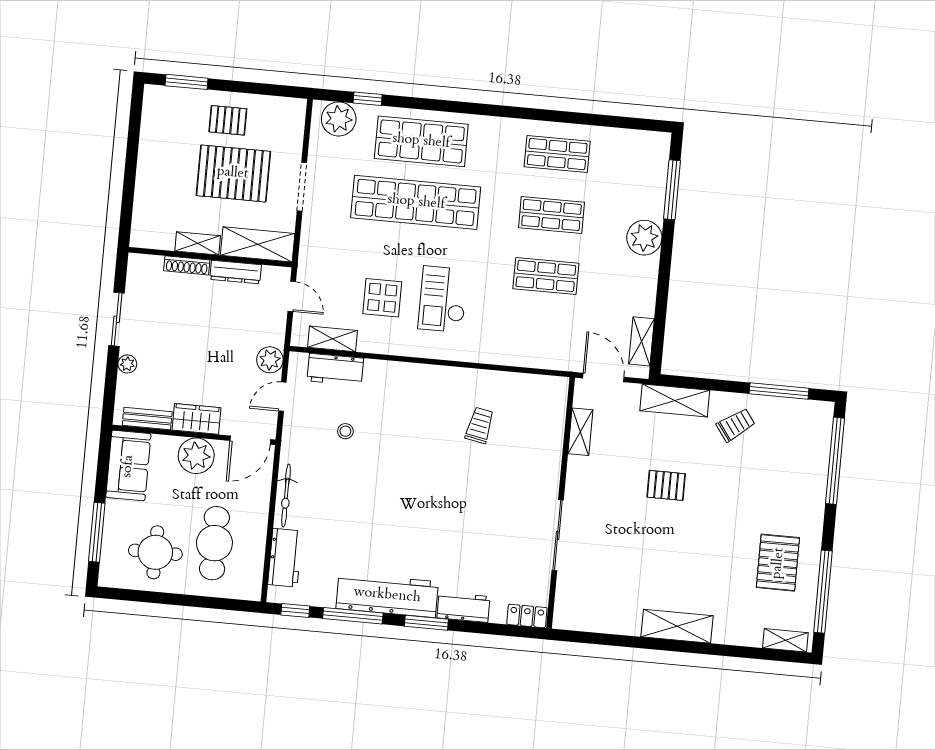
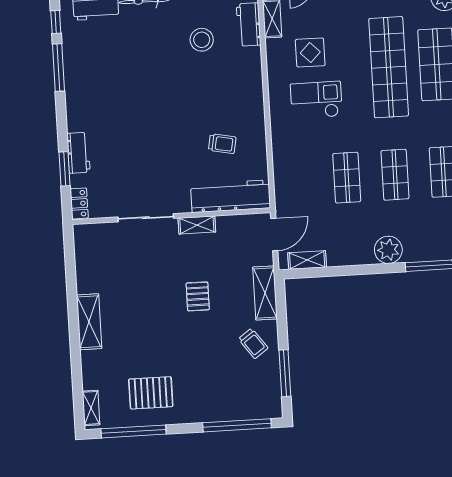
stool: (345, 431) -> (202, 40), width x1.89, depth x1.89
shelving: (580, 432) -> (197, 225), moved
workbench: (387, 595) -> (231, 196), moved, turned -90
window: (426, 623) -> (65, 169), moved

